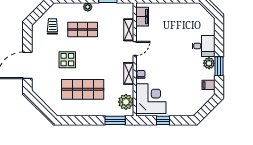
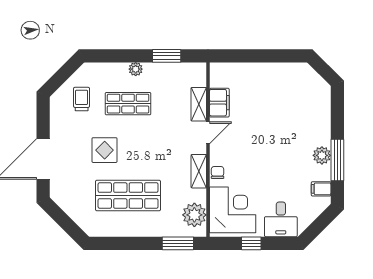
filing cabinet: (142, 17) -> (219, 103), moved
desk: (203, 46) -> (281, 219), moved, turned 90
window: (219, 66) -> (337, 160), width x1.44

